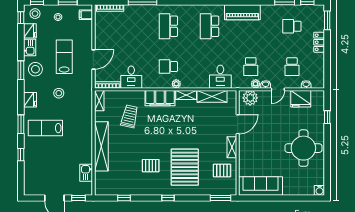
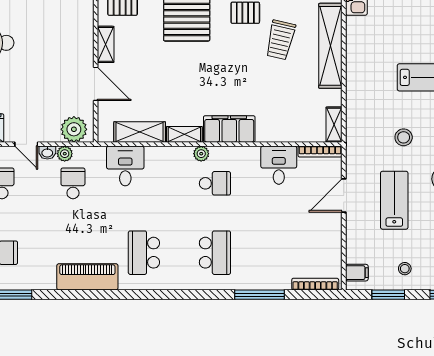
school desk: (209, 26) -> (144, 253), turned 180
lab bench: (64, 57) -> (394, 200), turned 180
door: (278, 89) -> (26, 144), swing flipped
trolley: (130, 116) -> (280, 40), moved
door: (238, 124) -> (96, 84), swing flipped

